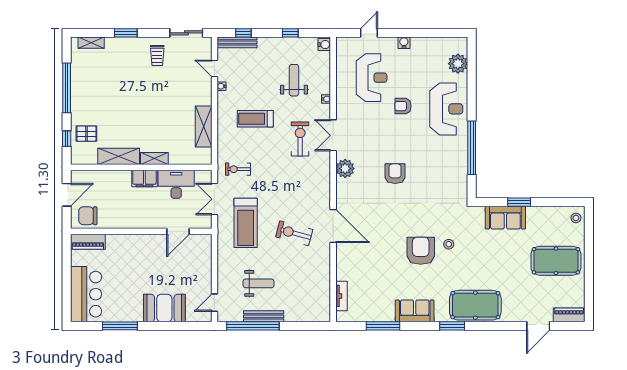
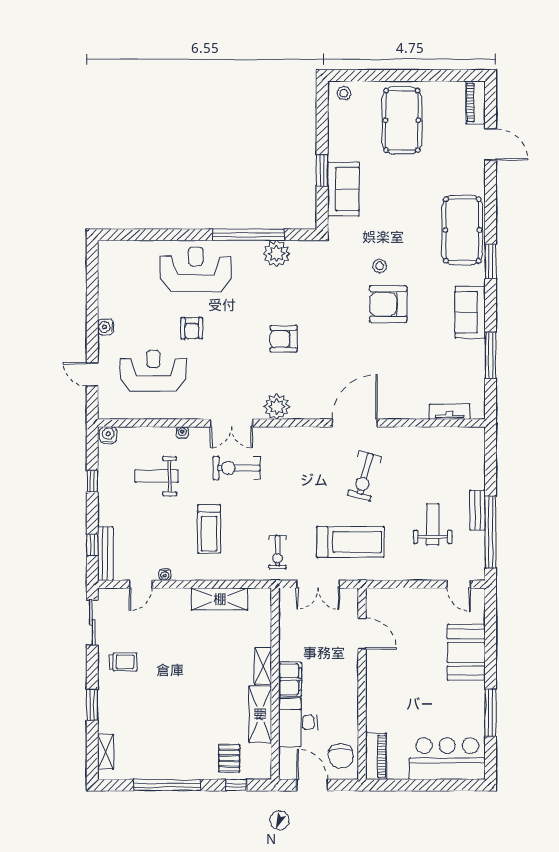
plant: (458, 64) -> (277, 254), moved
desk: (176, 184) -> (298, 722), moved
bench: (264, 316) -> (477, 510), width x0.73

